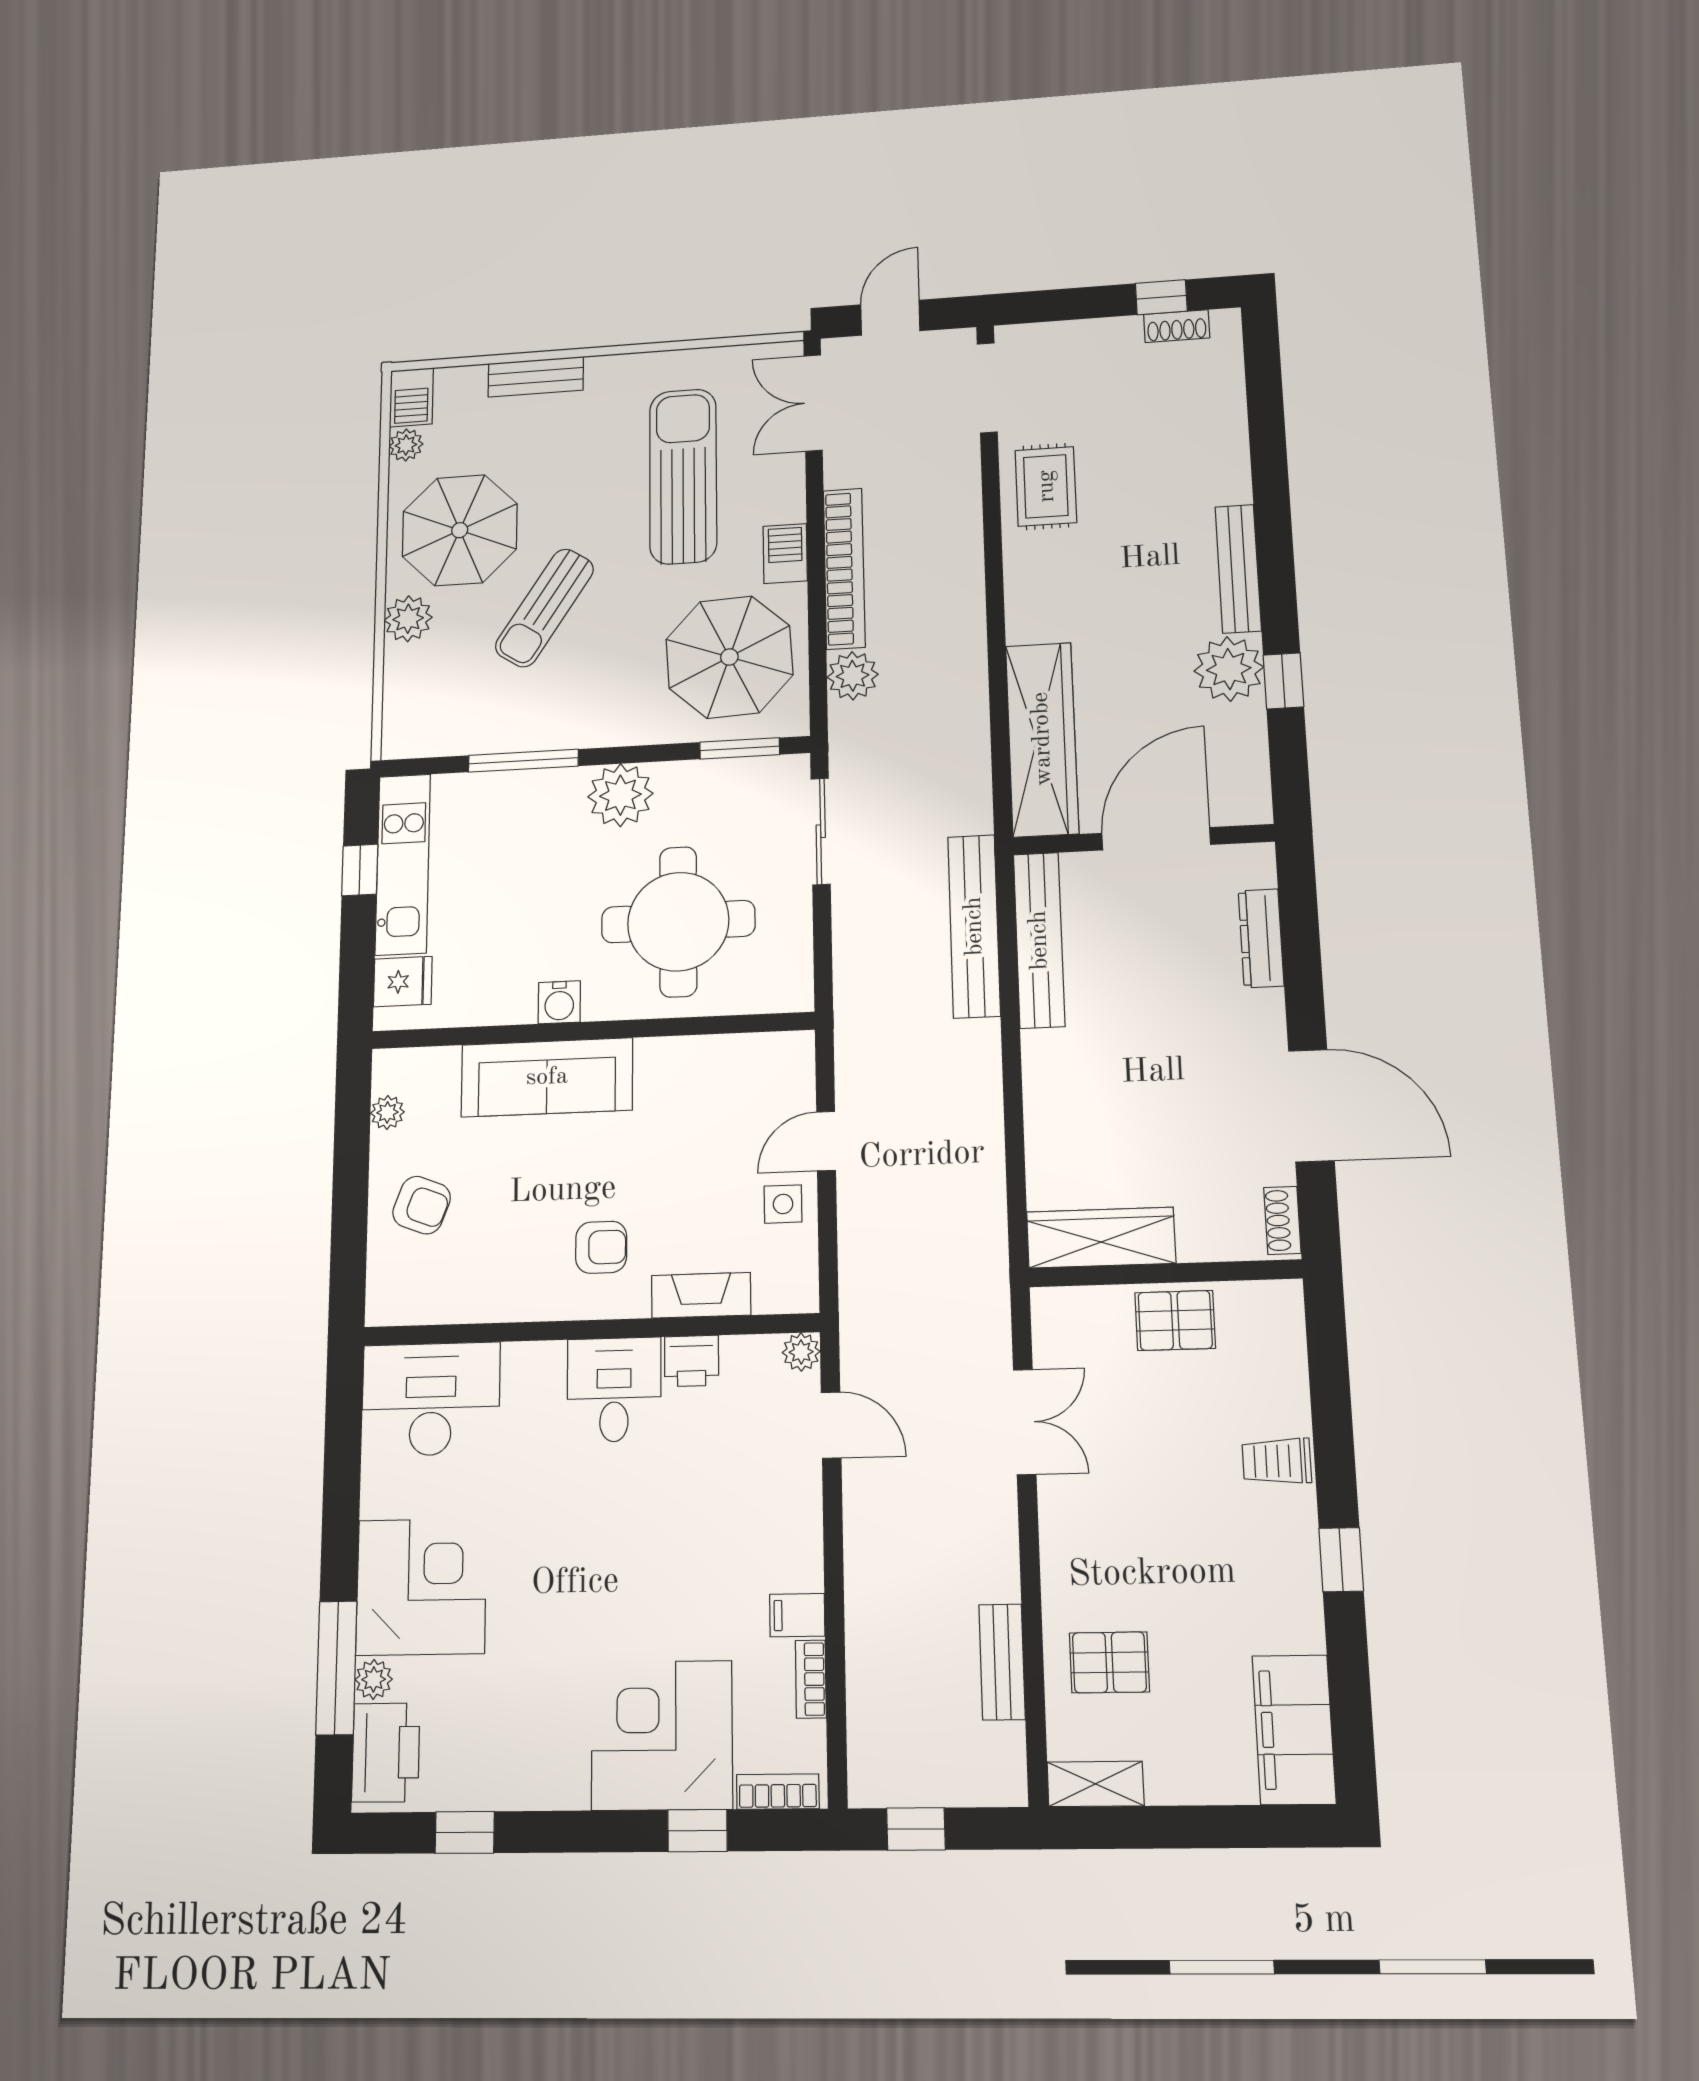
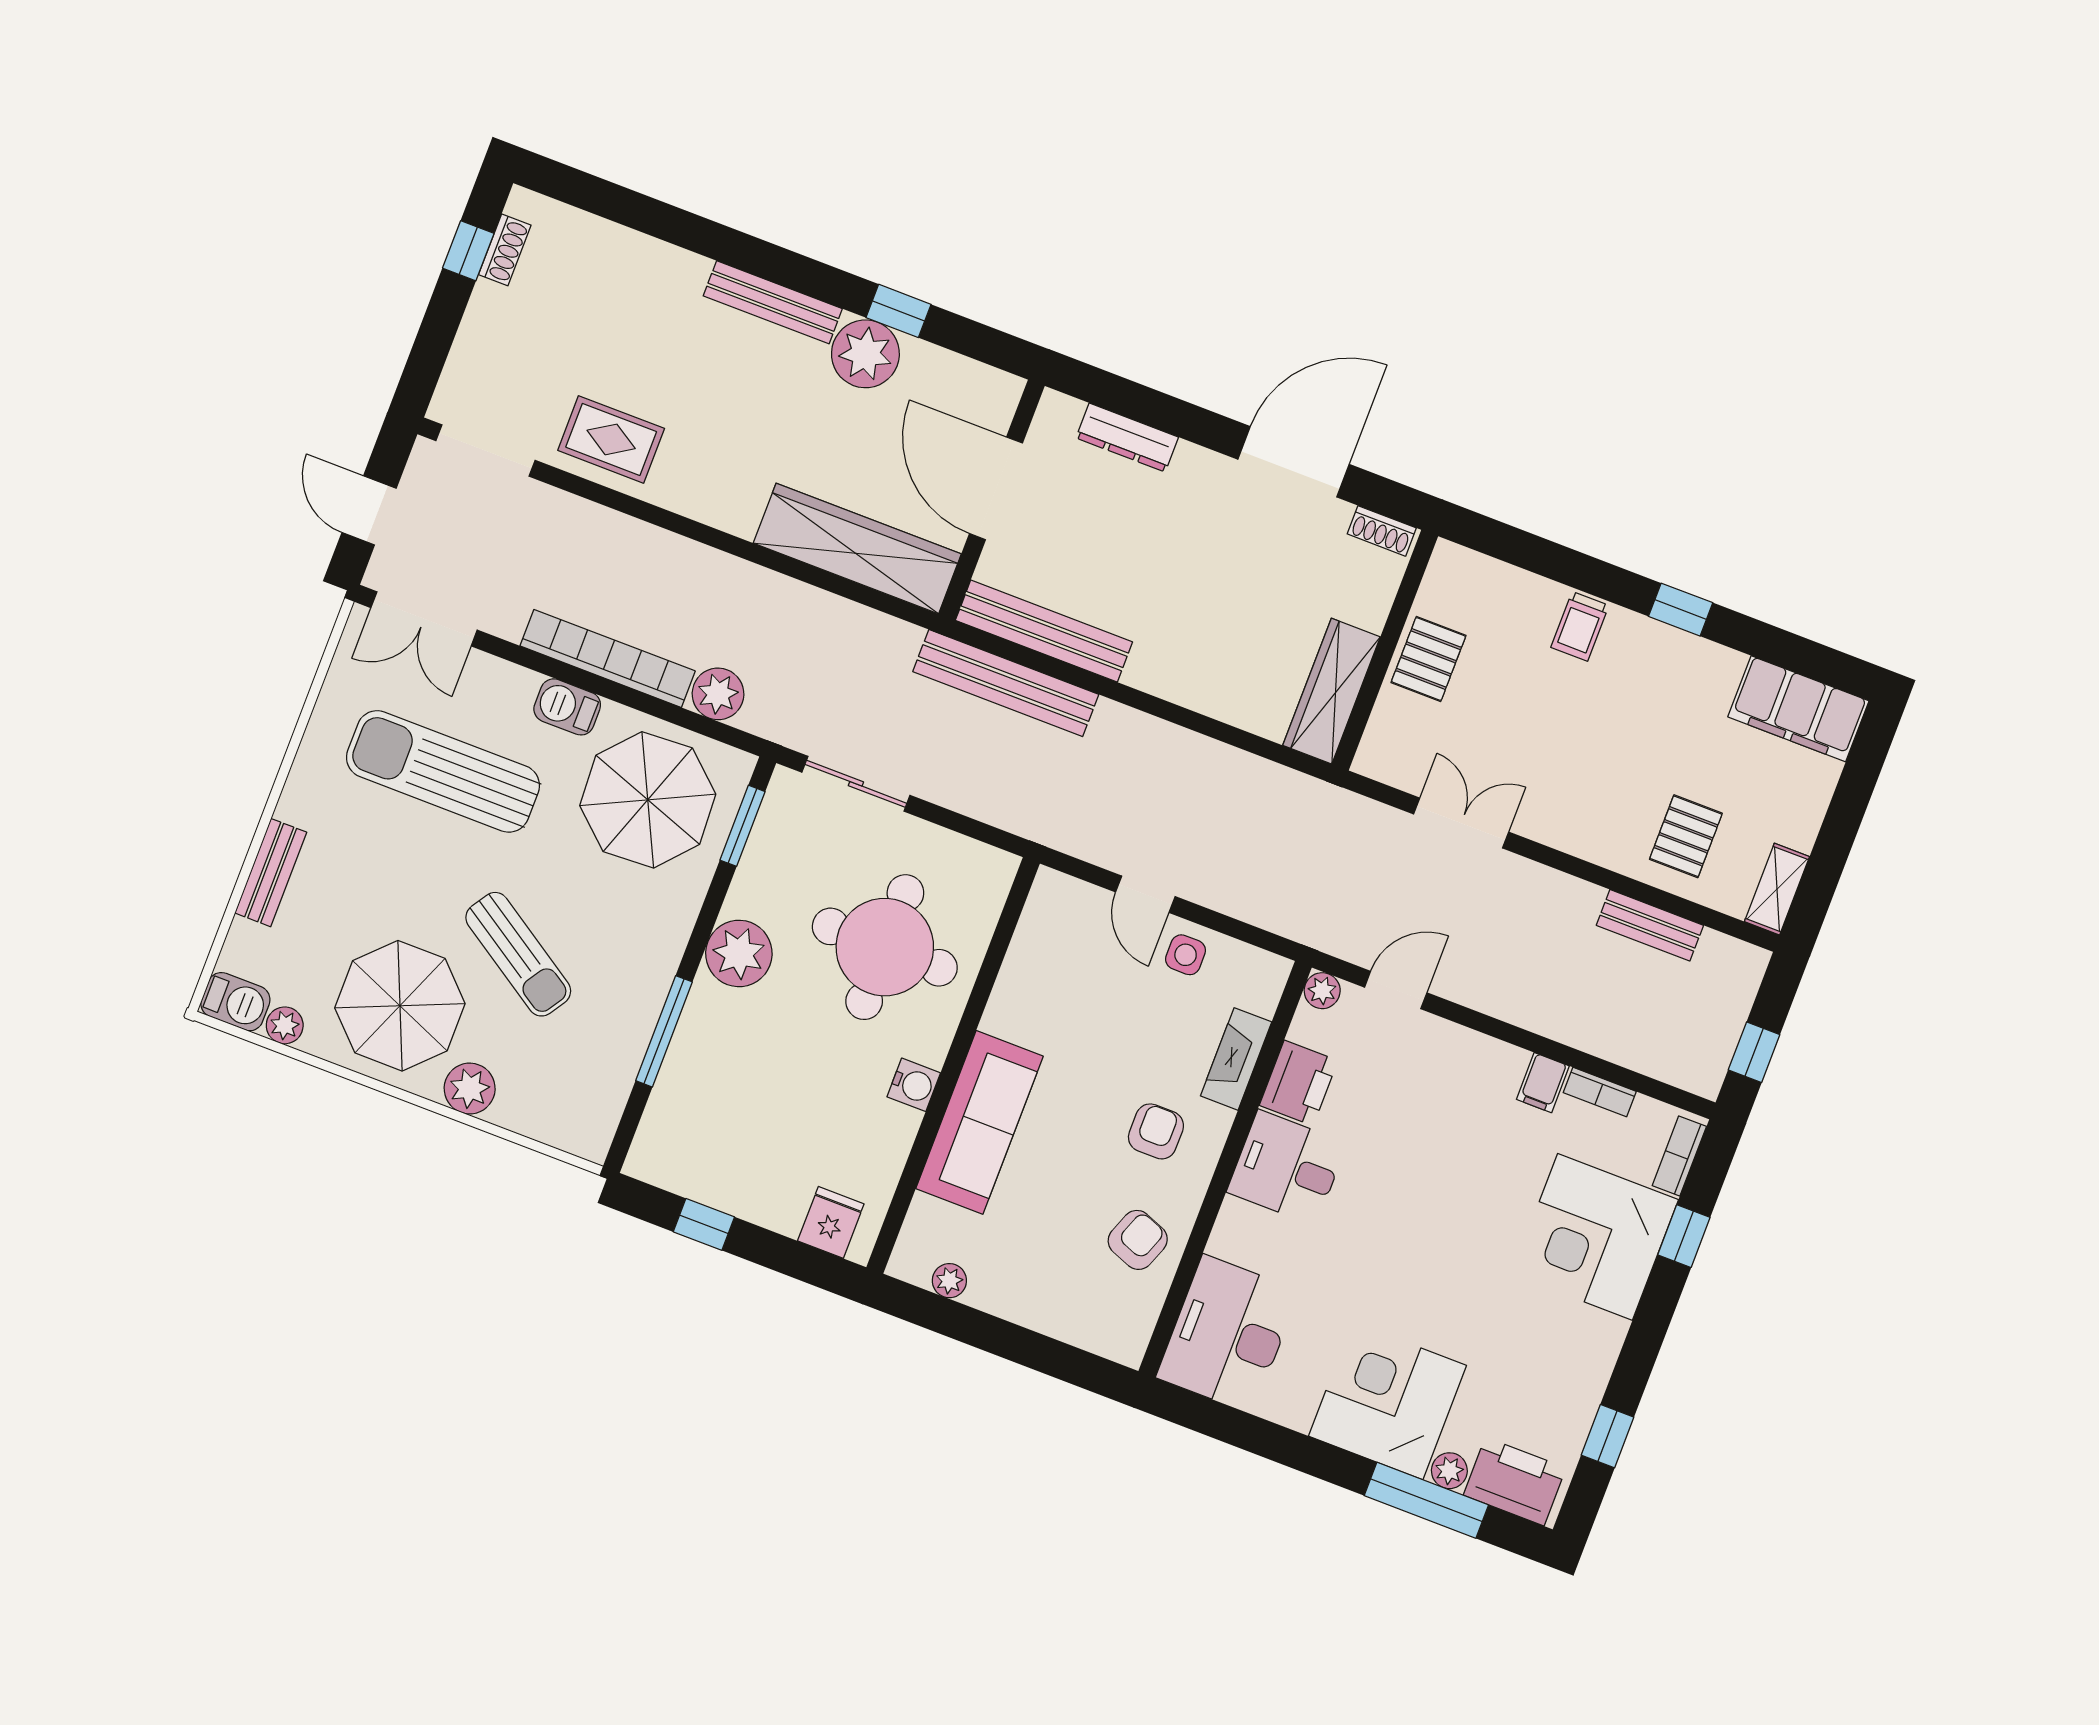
kitchen unit: (403, 864) -> (716, 1182), removed
armchair: (422, 1205) -> (1138, 1240), moved
printer: (691, 1361) -> (1299, 1083), width x1.36, depth x1.24

